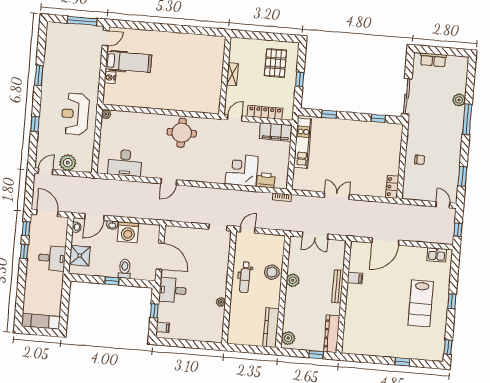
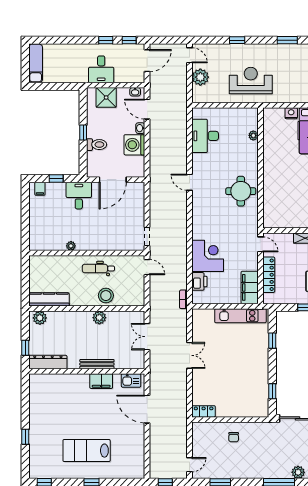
plant: (106, 114) -> (253, 135), moved
kitchen sink: (437, 255) -> (131, 380), moved, turned -90
filing cabinet: (355, 278) -> (101, 381), width x2.00

